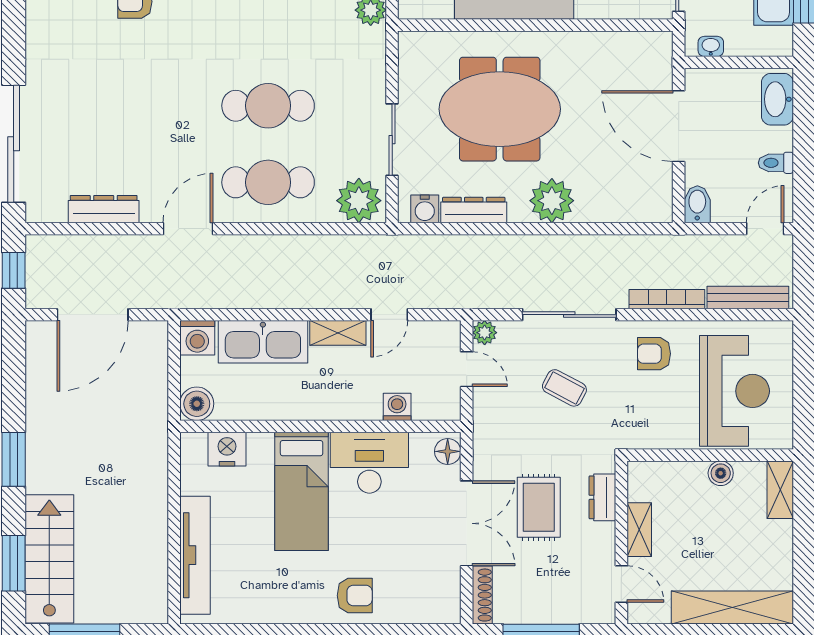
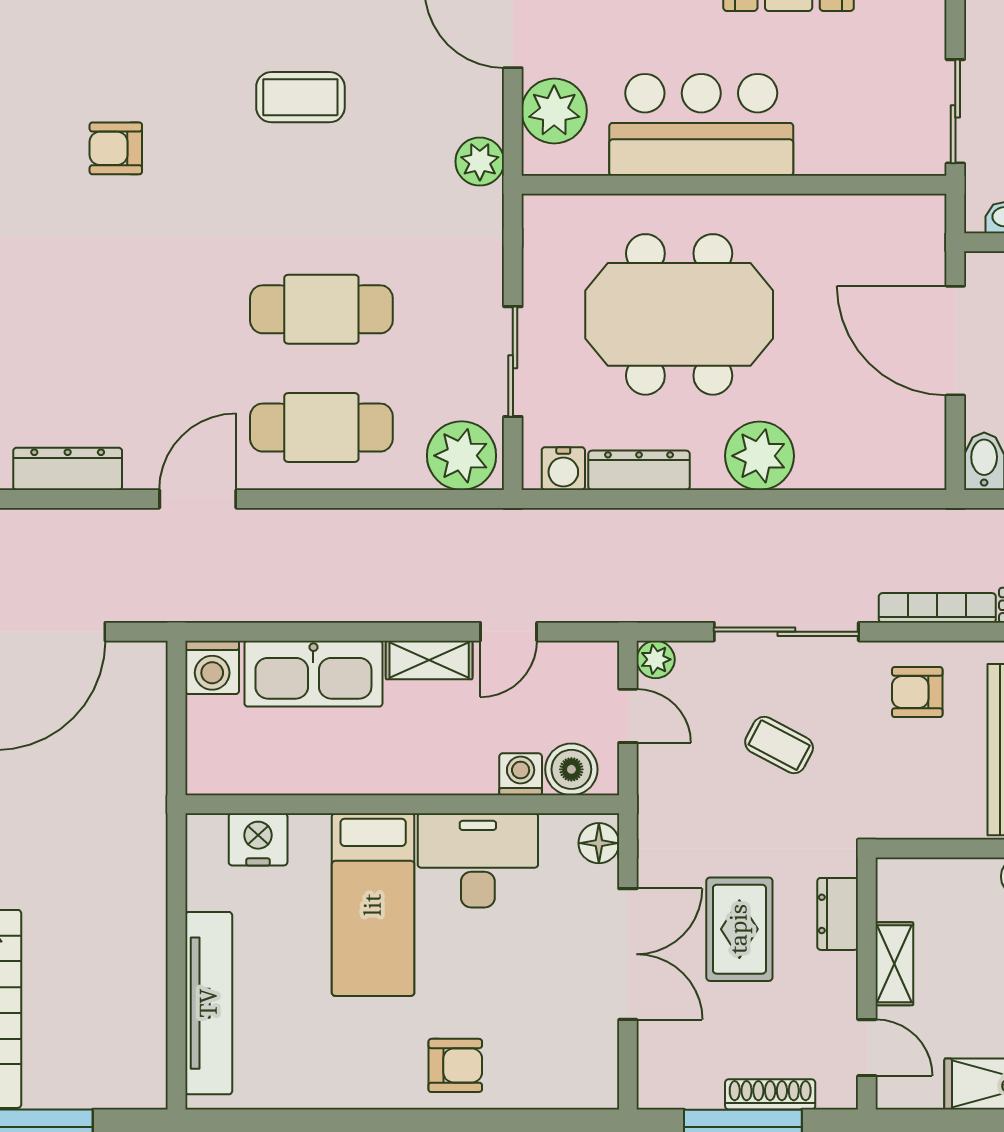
boiler: (197, 404) -> (571, 769), moved
shoe rack: (482, 595) -> (770, 1094), moved, turned -90

